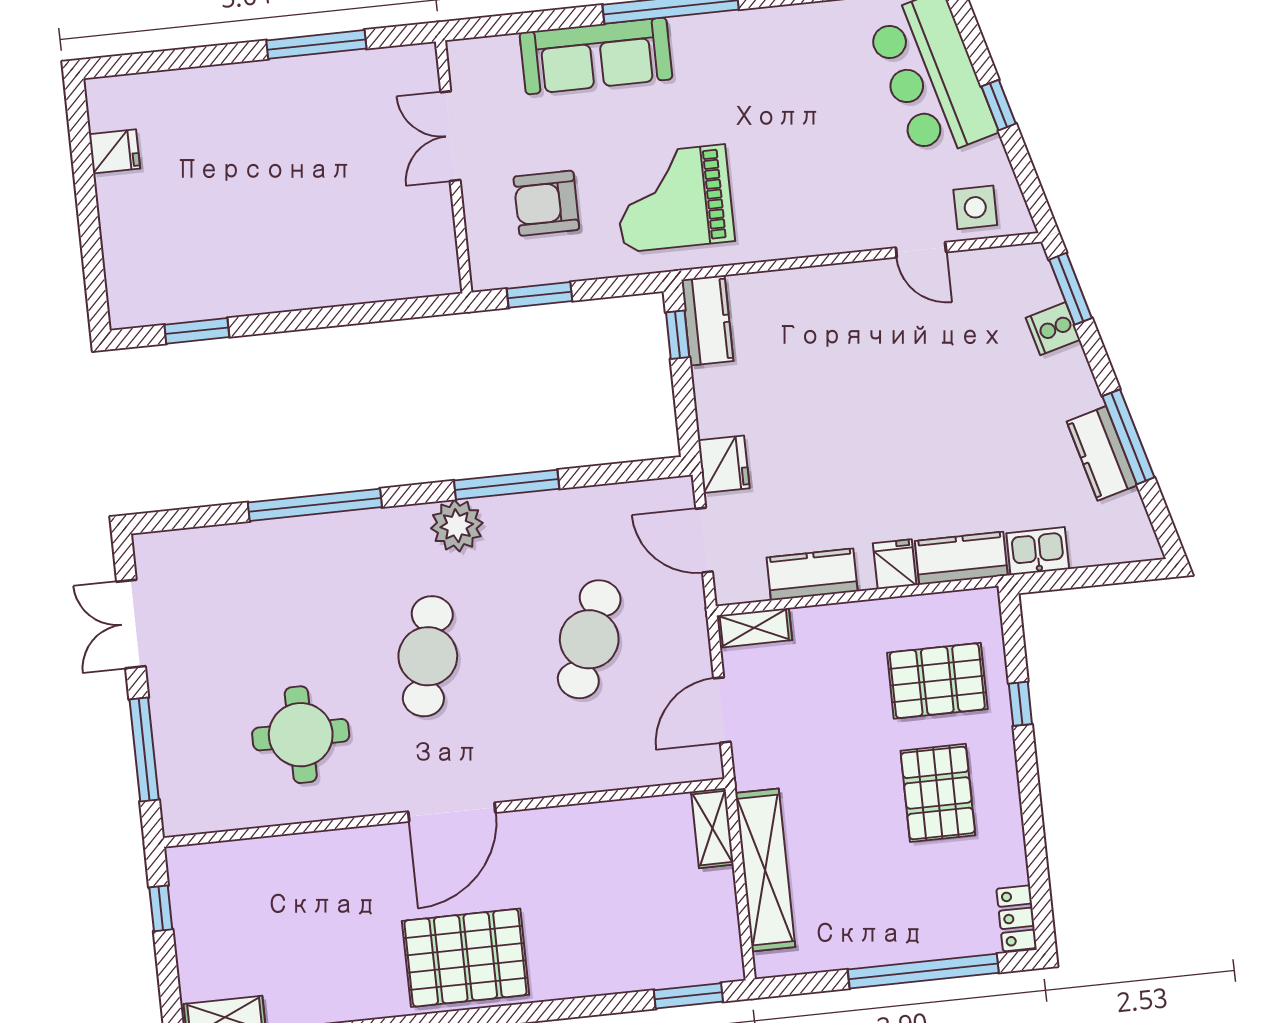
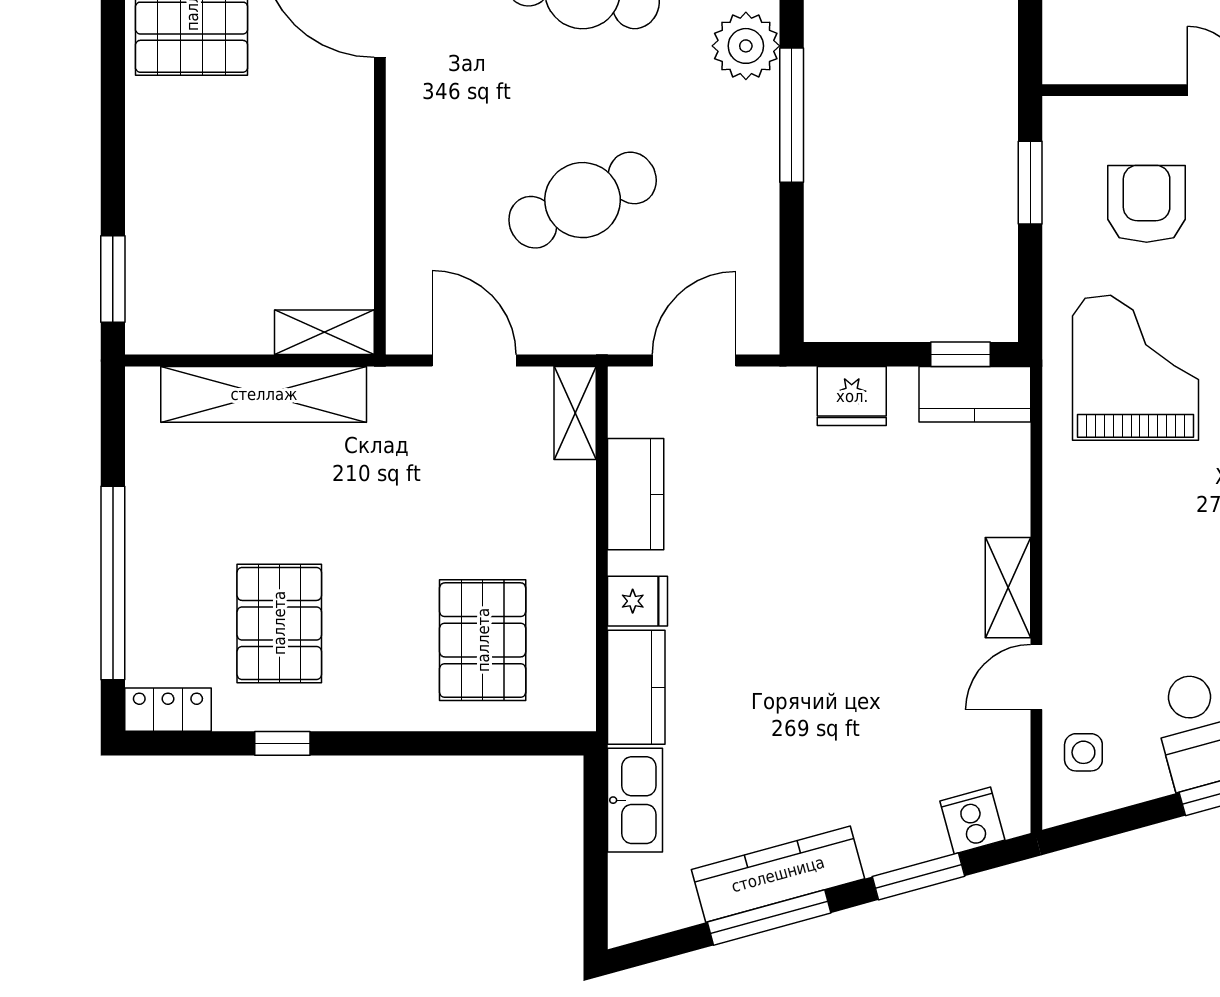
side table: (975, 207) -> (1083, 752), width x0.73, depth x0.73
shelving: (854, 279) -> (1008, 588), added
window: (1071, 289) -> (919, 876), moved
cooker: (1053, 329) -> (972, 821), moved
kitchen counter: (1102, 453) -> (778, 874), width x1.50
fridge: (724, 464) -> (852, 396), moved
kitchen sink: (1038, 551) -> (635, 800), width x1.38
cafe table: (589, 639) -> (583, 200), turned -45
window: (1020, 704) -> (282, 743), moved
pallet: (938, 793) -> (279, 623), moved, turned 90

